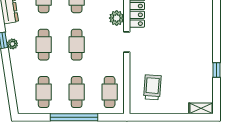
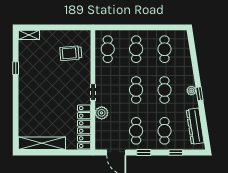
trolley: (152, 87) -> (71, 53), turned 81
window: (74, 117) -> (138, 27), removed

